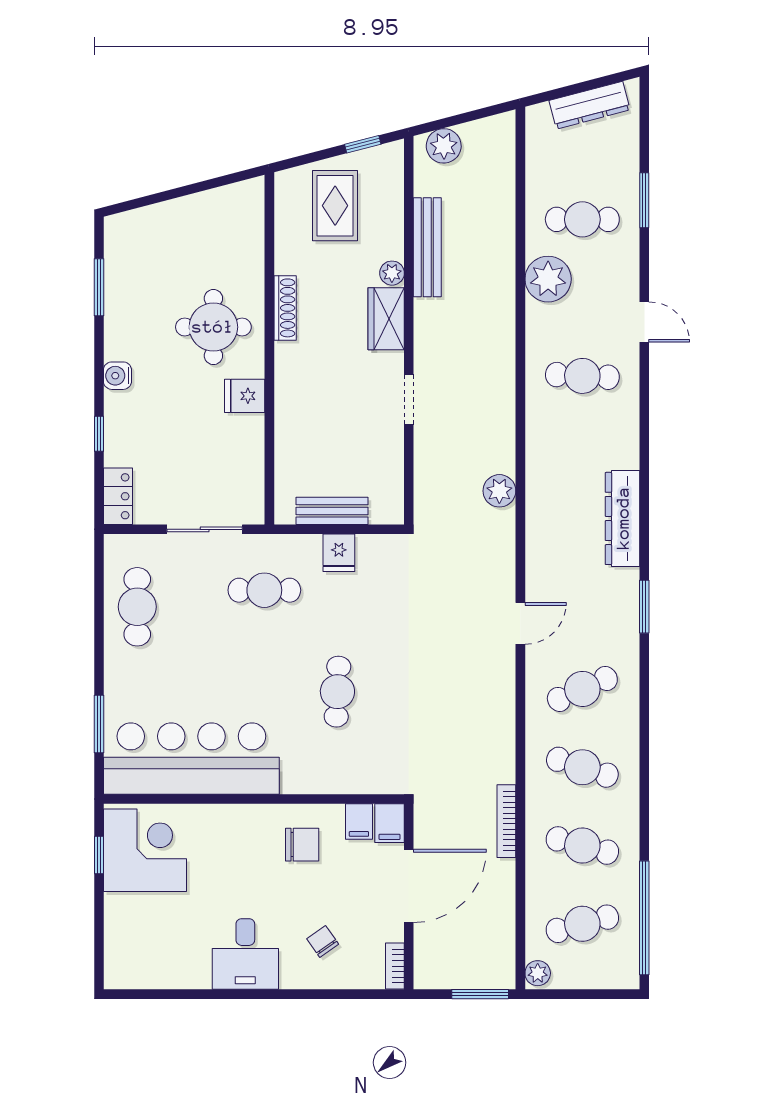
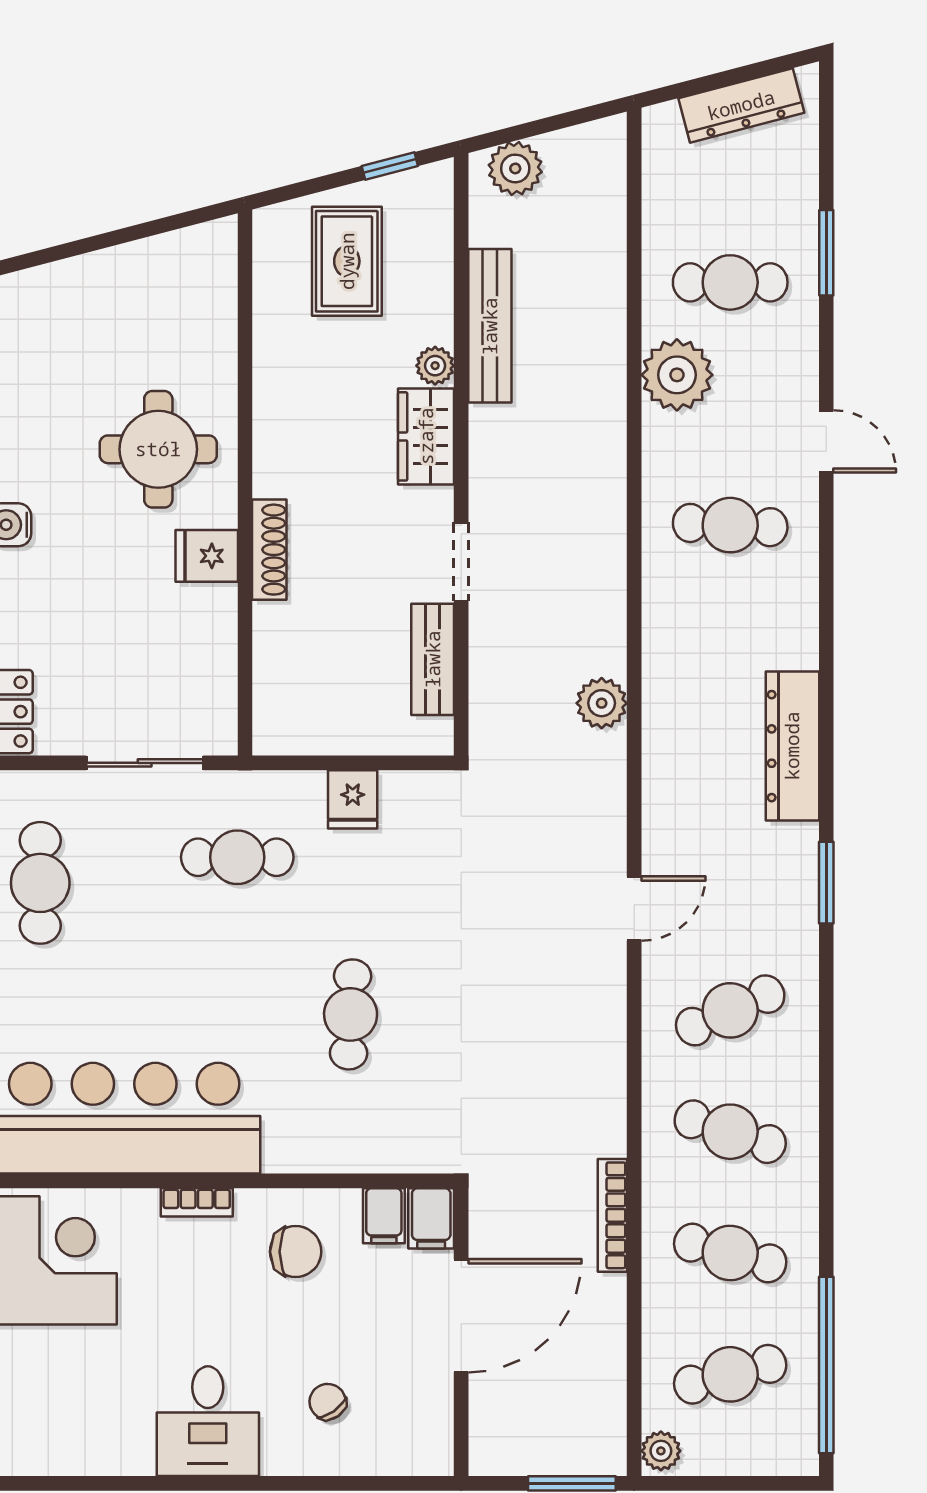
shoe rack: (285, 308) -> (269, 550), moved
bench: (332, 511) -> (433, 659), moved, turned 90
bookcase: (395, 966) -> (197, 1202), moved, turned -90

